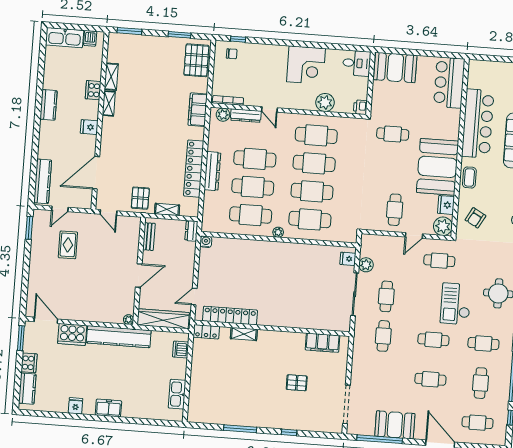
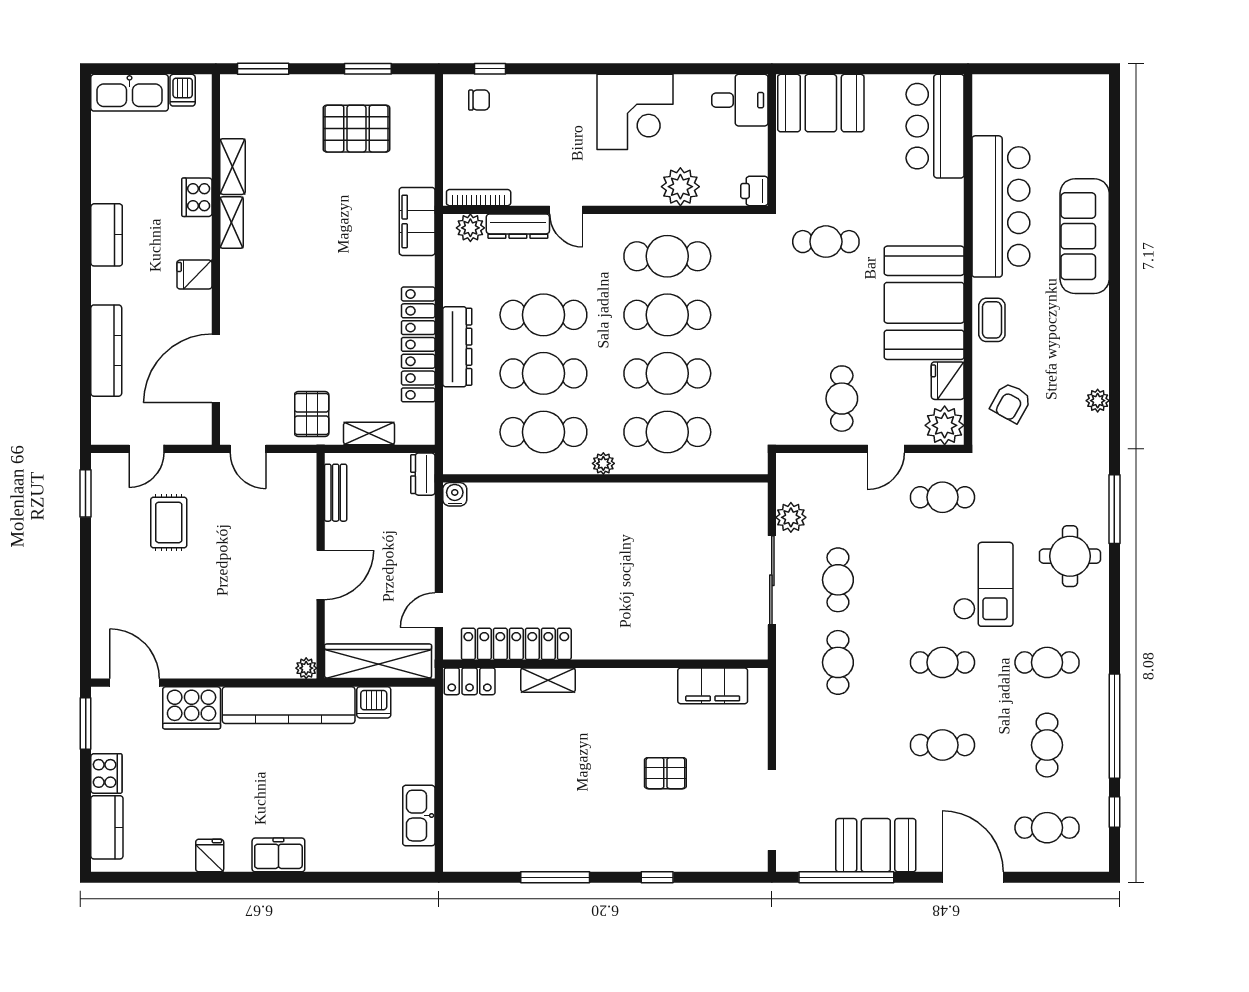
pallet: (196, 60) -> (356, 129), moved, turned 90
kitchen counter: (43, 181) -> (106, 351), moved
fridge: (348, 259) -> (752, 508), removed
checkout: (456, 304) -> (983, 584), turned 180
dishwasher: (181, 350) -> (374, 702), moved, turned -90

